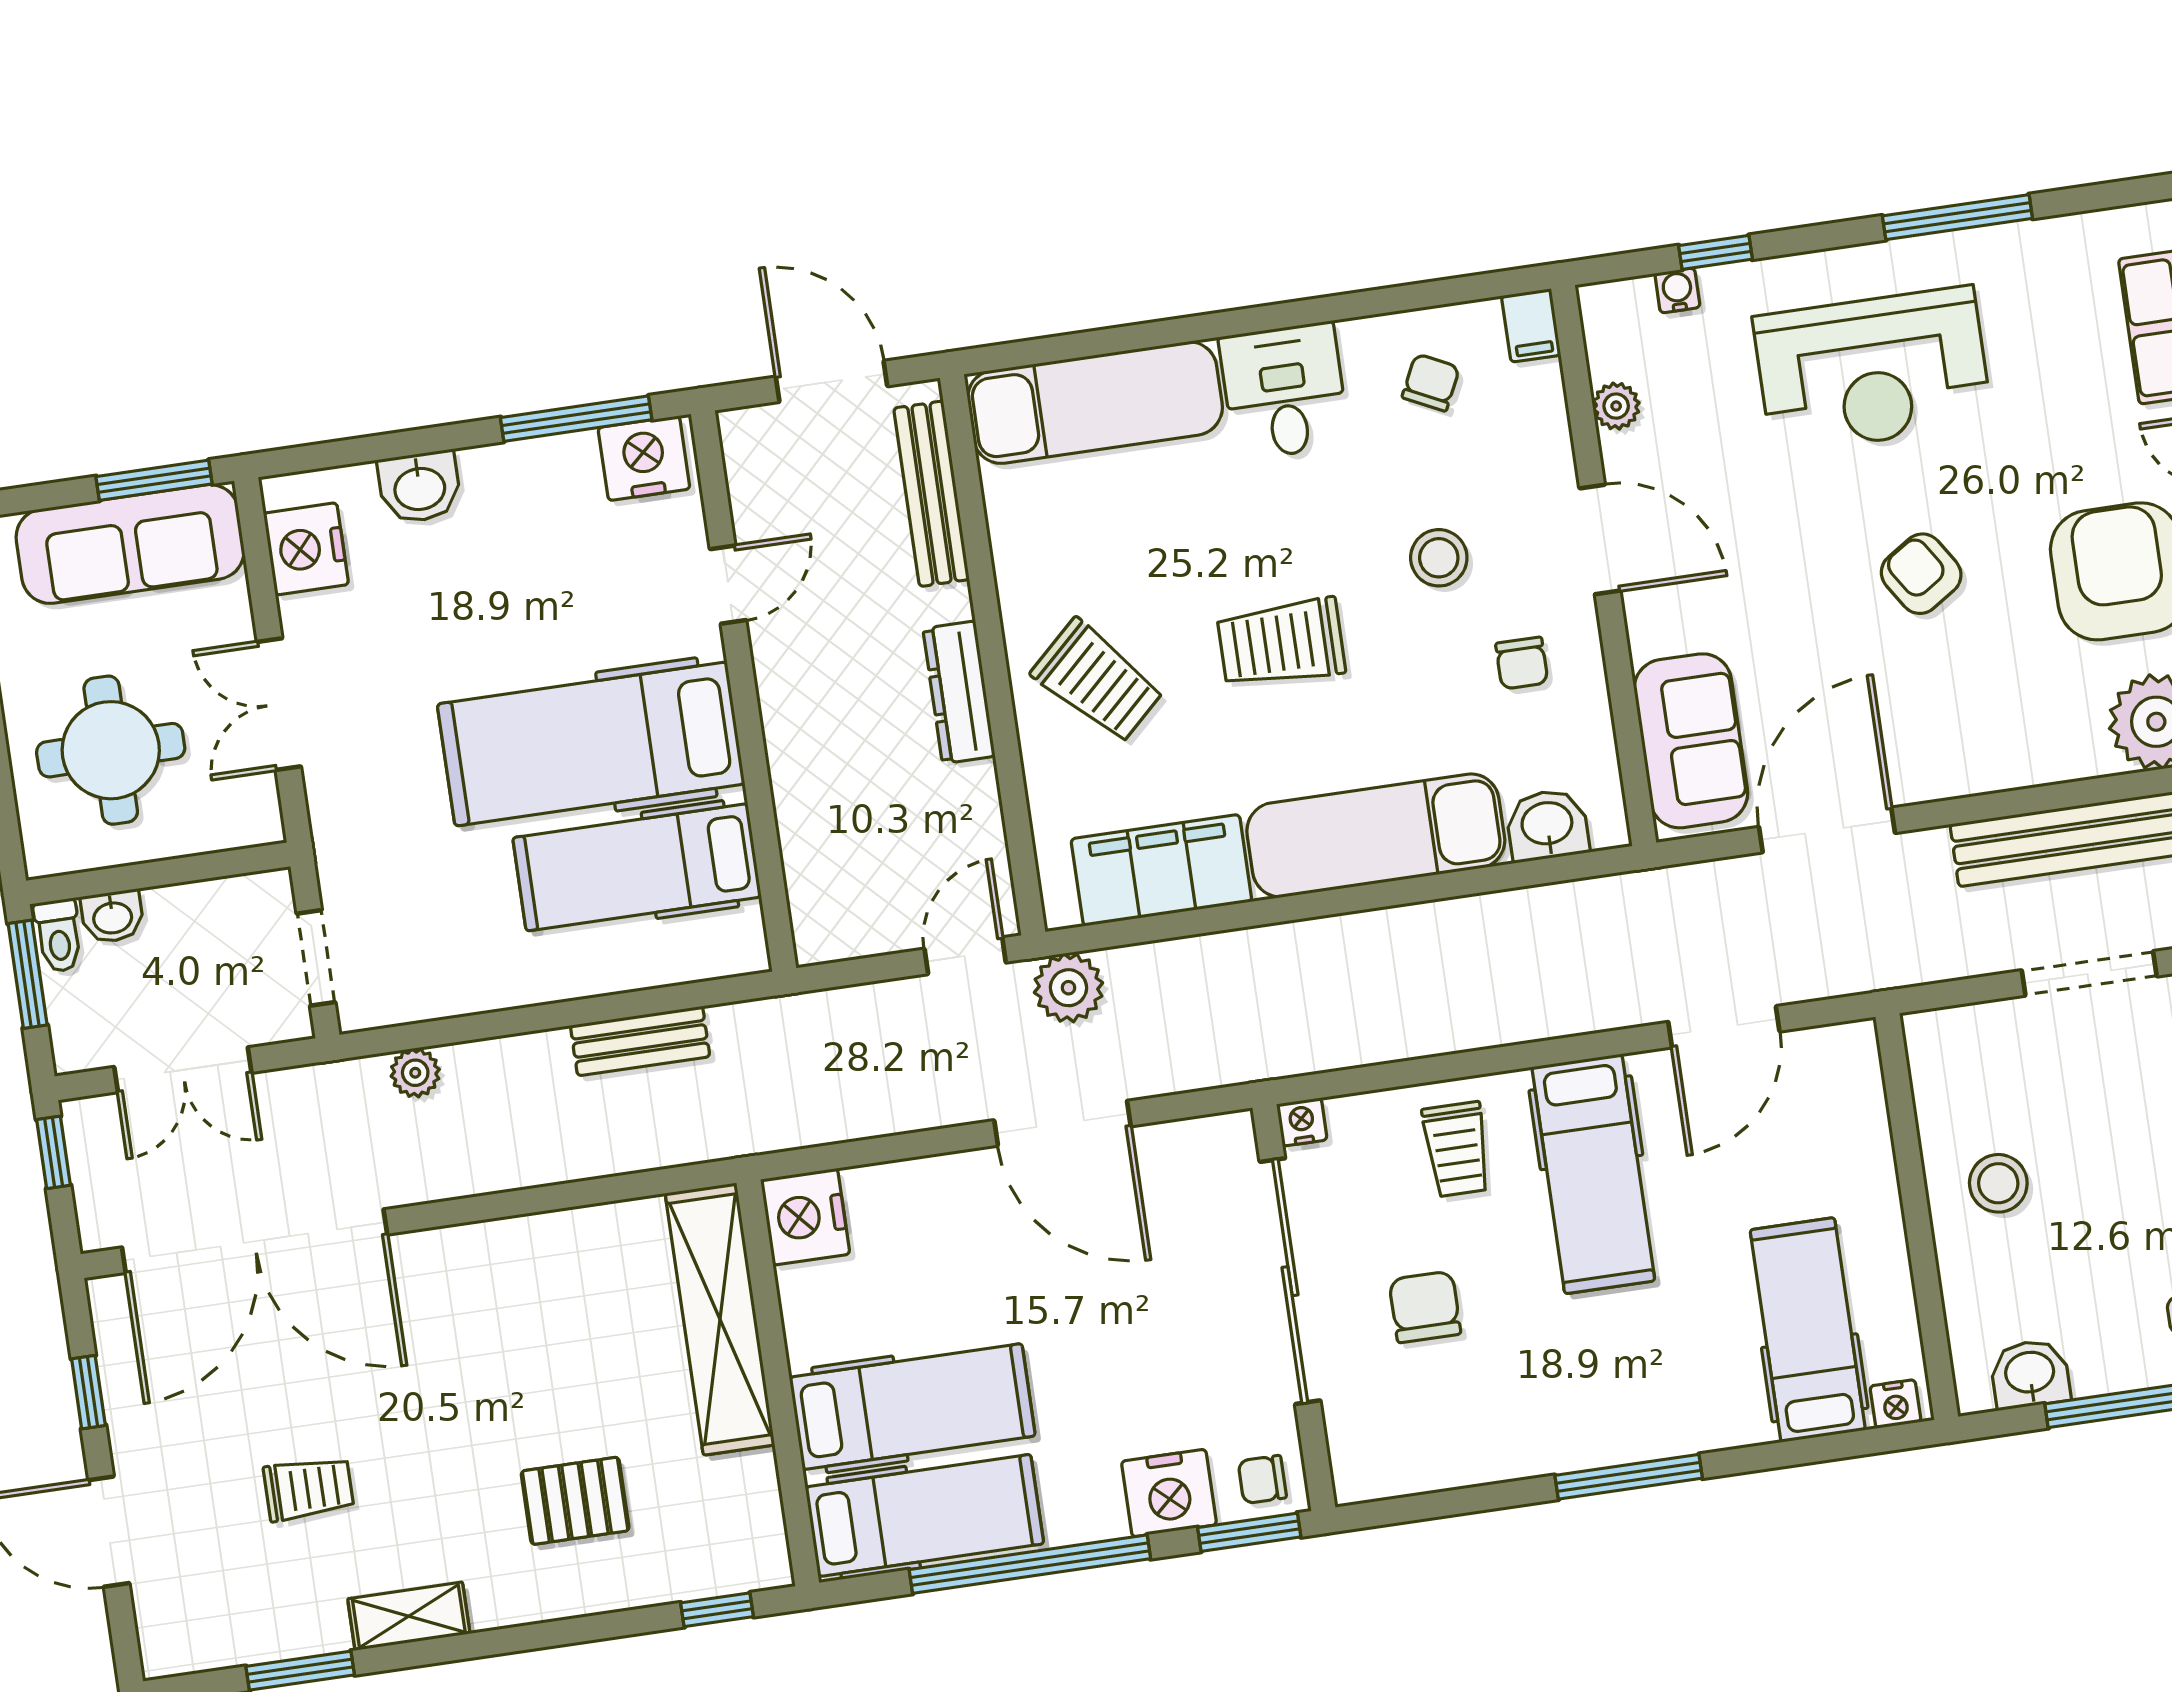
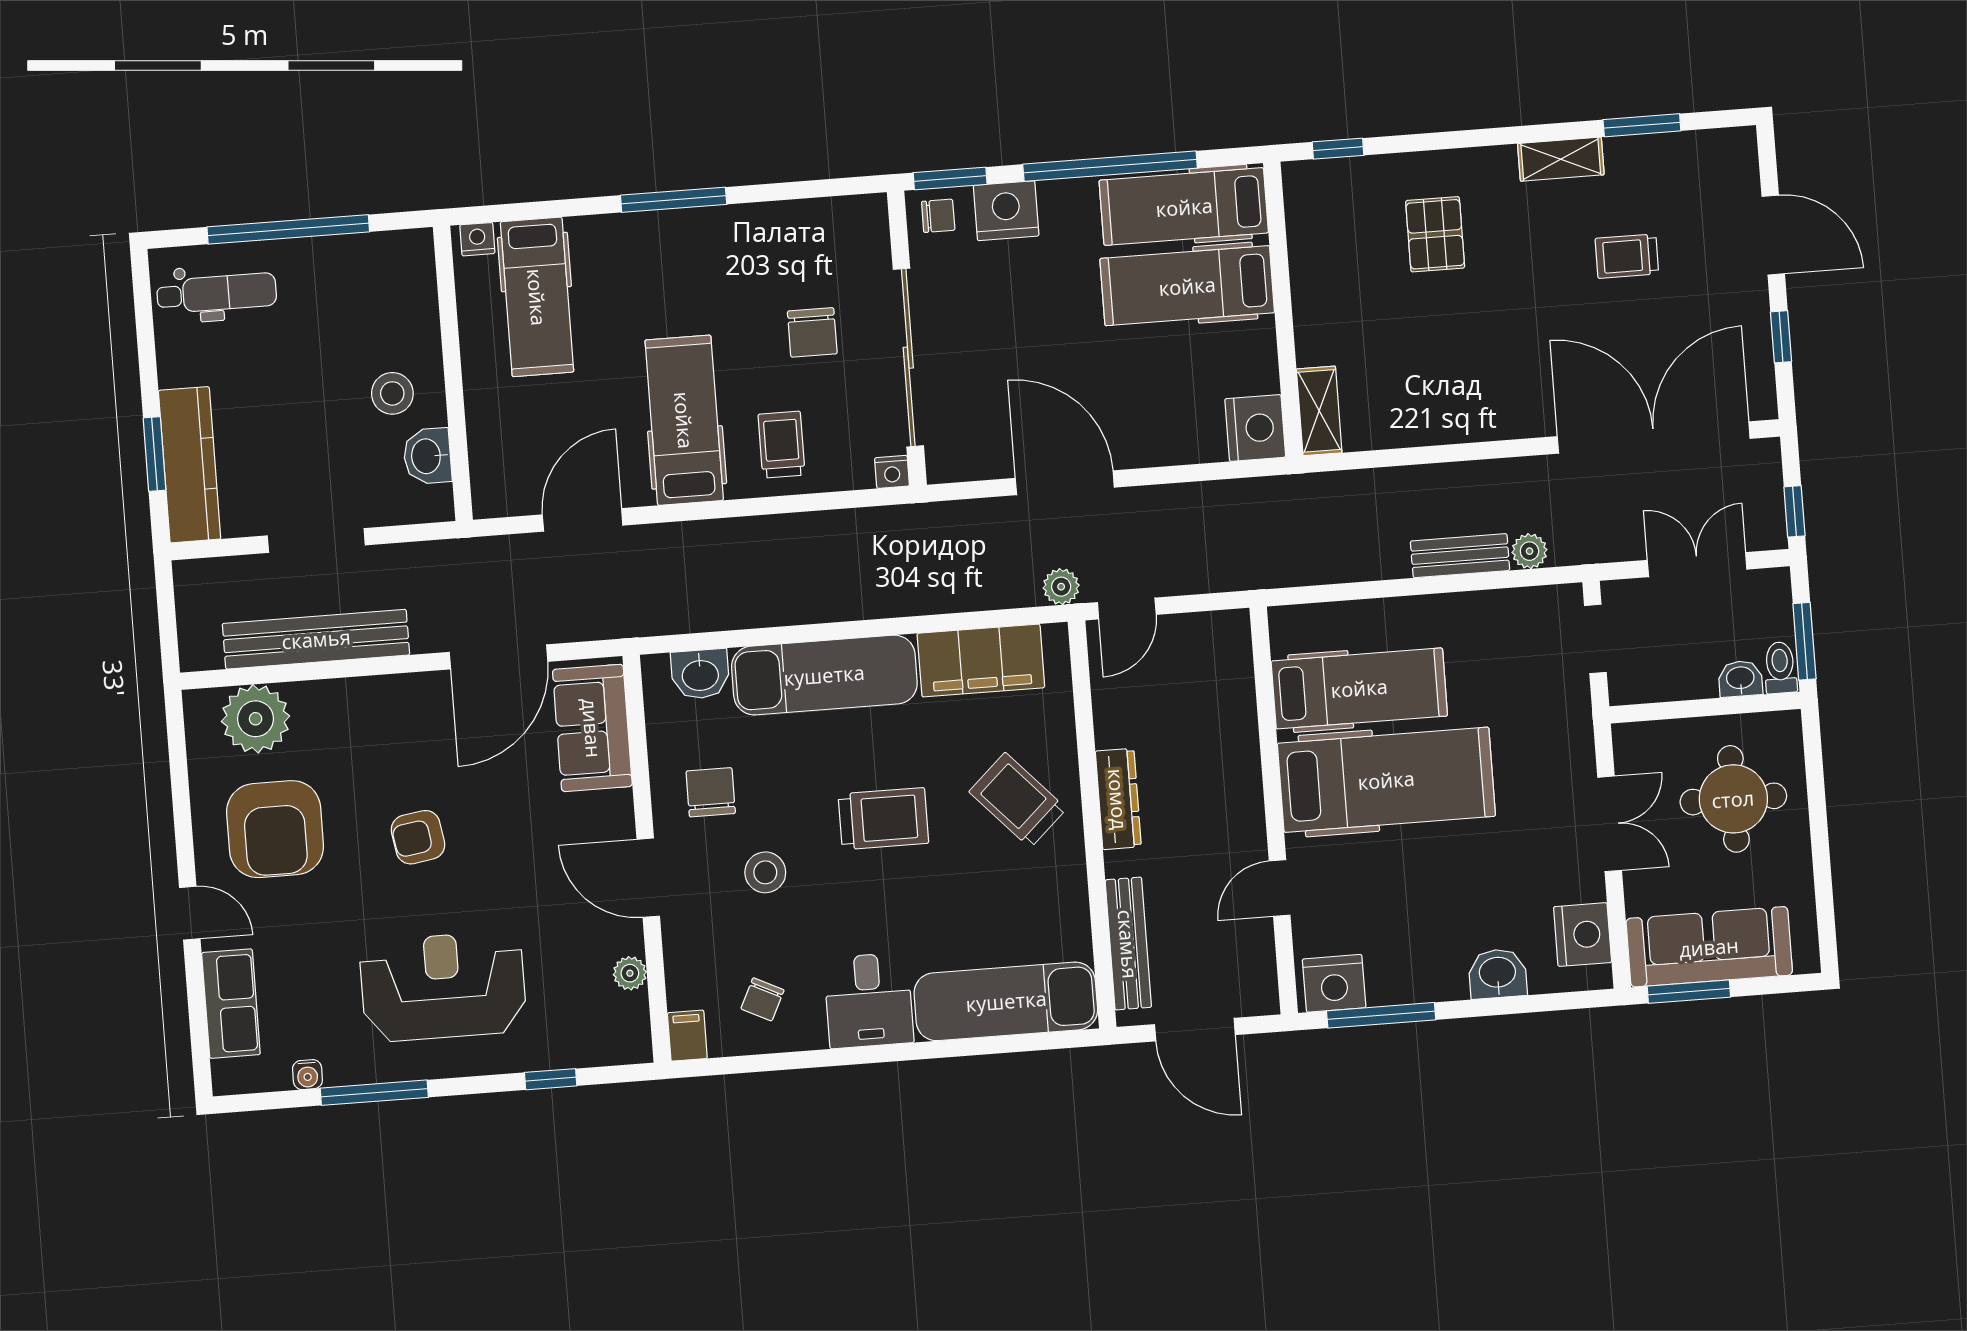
water cooler: (1677, 290) -> (307, 1075), moved
armchair: (1921, 574) -> (418, 837), turned 114
chair: (1522, 663) -> (711, 792), width x1.37, depth x1.37
plant: (1069, 988) -> (1061, 587), width x0.73, depth x0.73
bench: (640, 1041) -> (1460, 556), moved
shelving: (720, 1319) -> (1319, 411), width x0.45, depth x0.75
washbasin: (2030, 1374) -> (427, 456), moved, turned 90
pallet: (575, 1501) -> (1435, 234), turned 90

